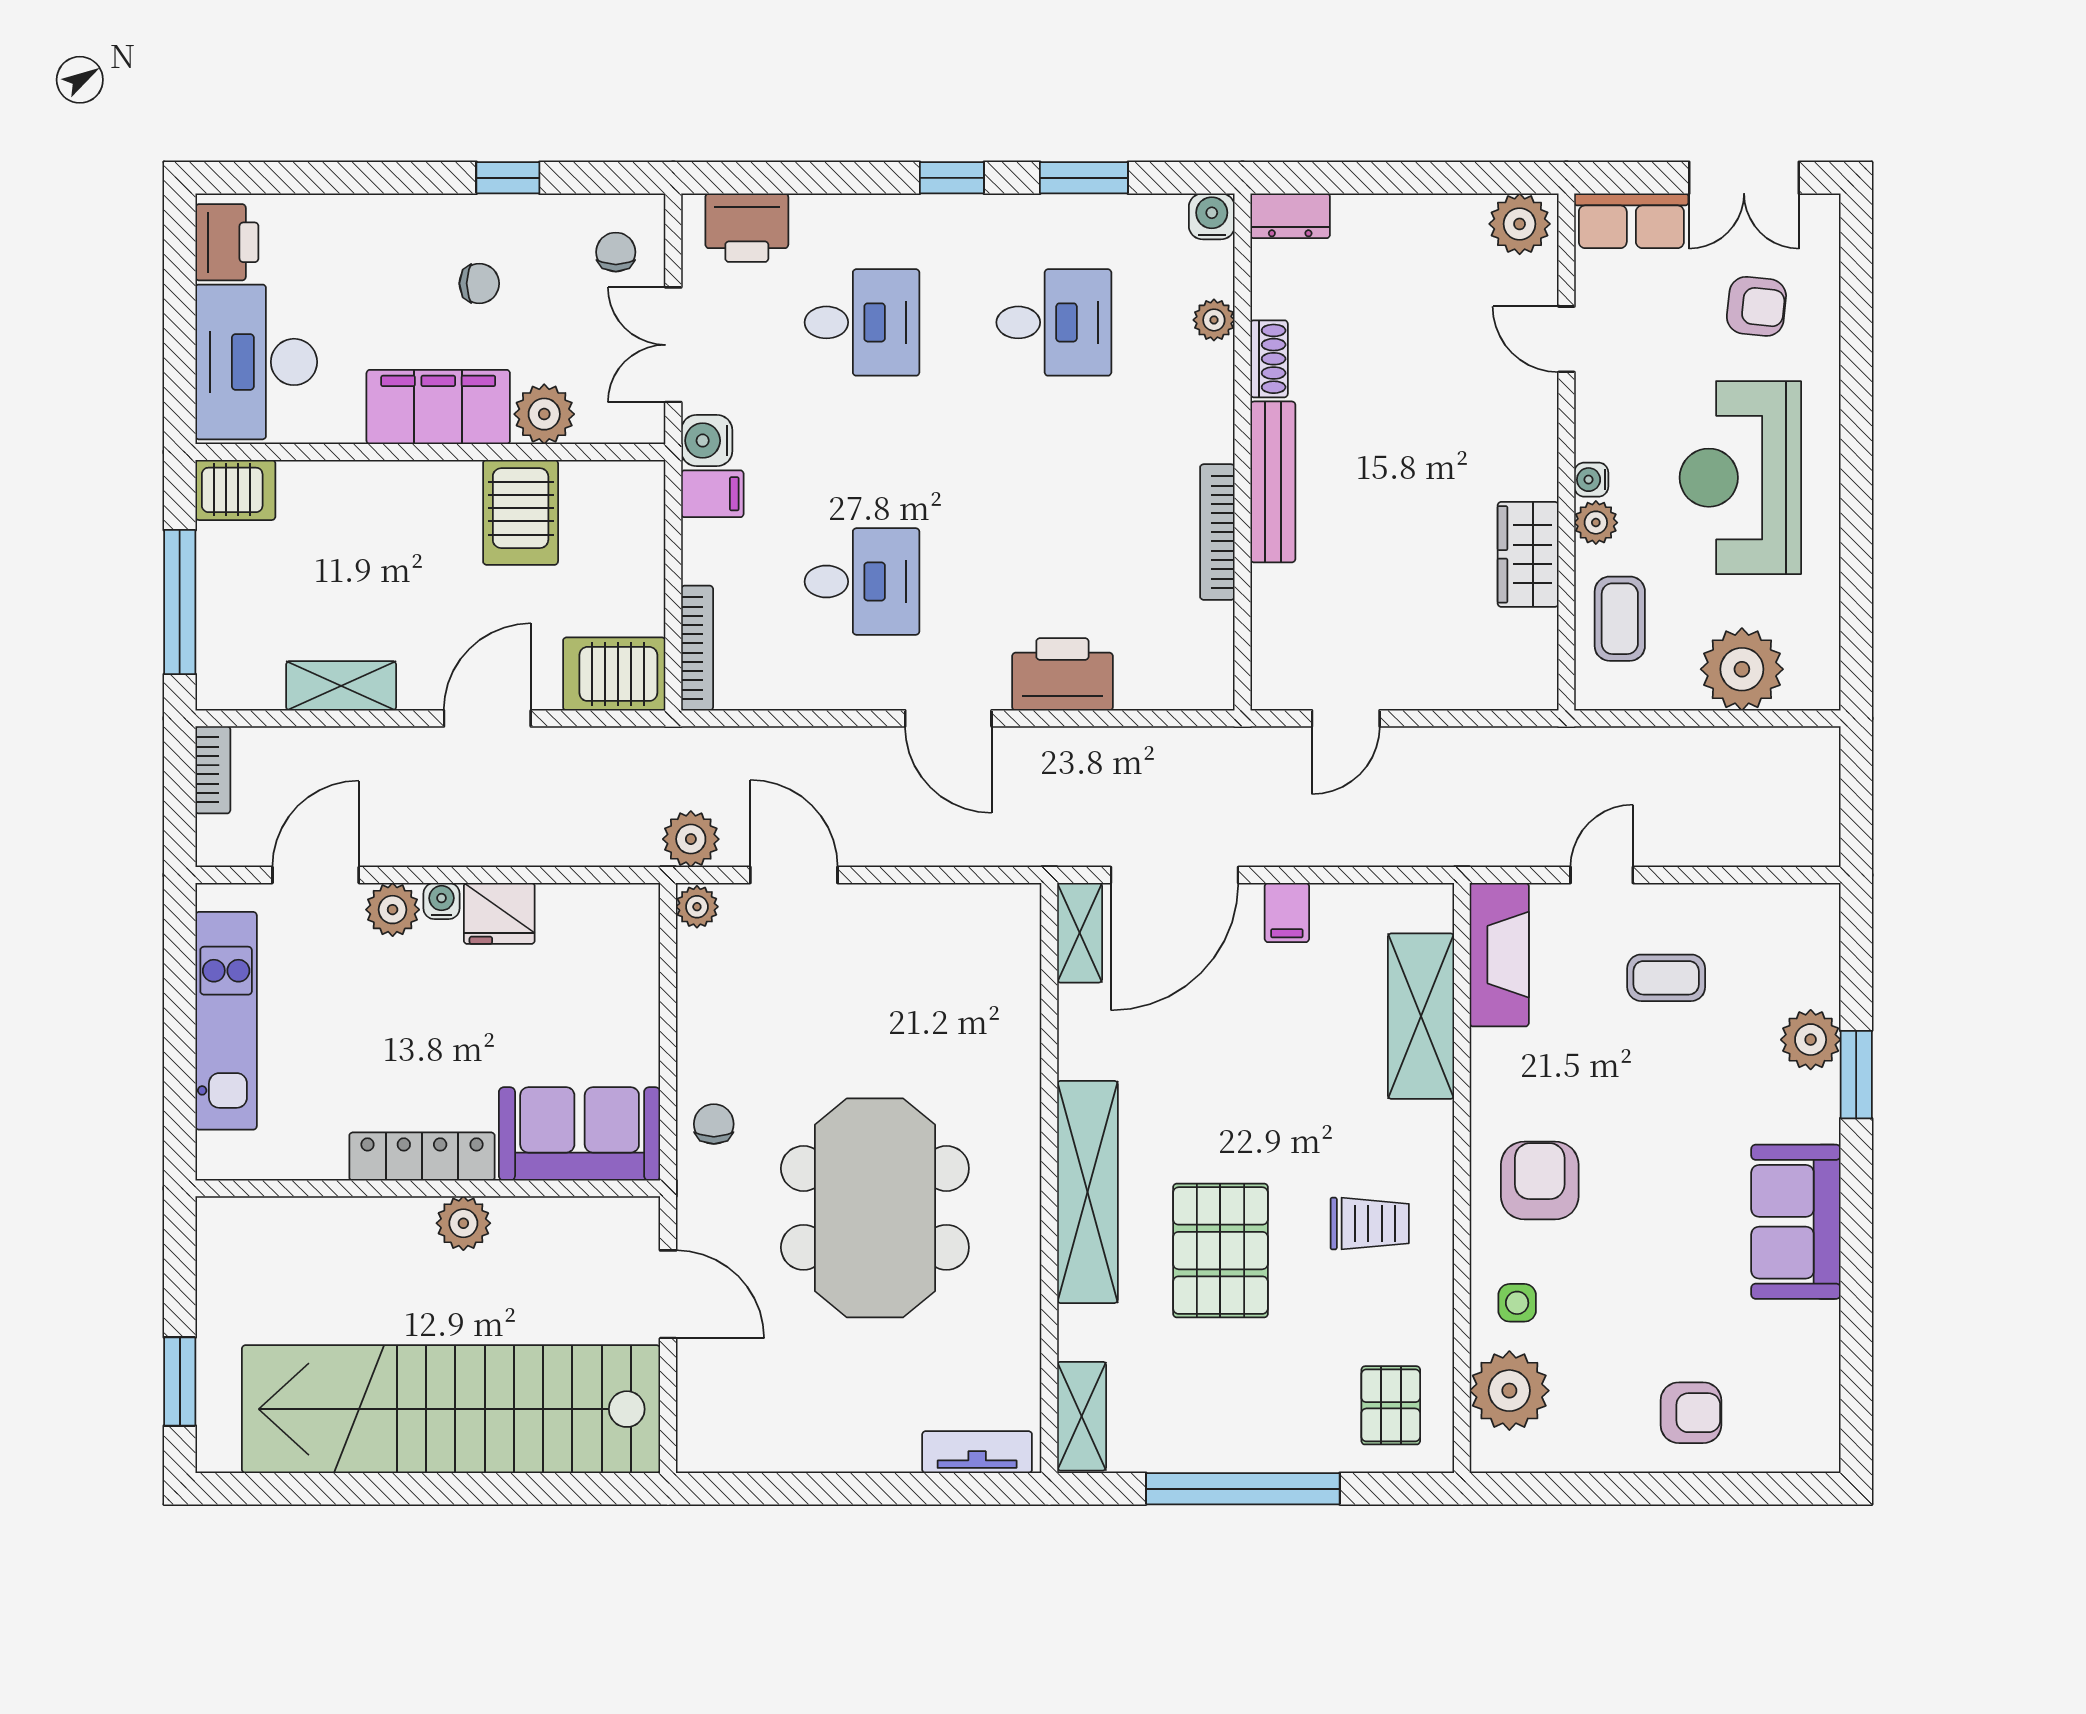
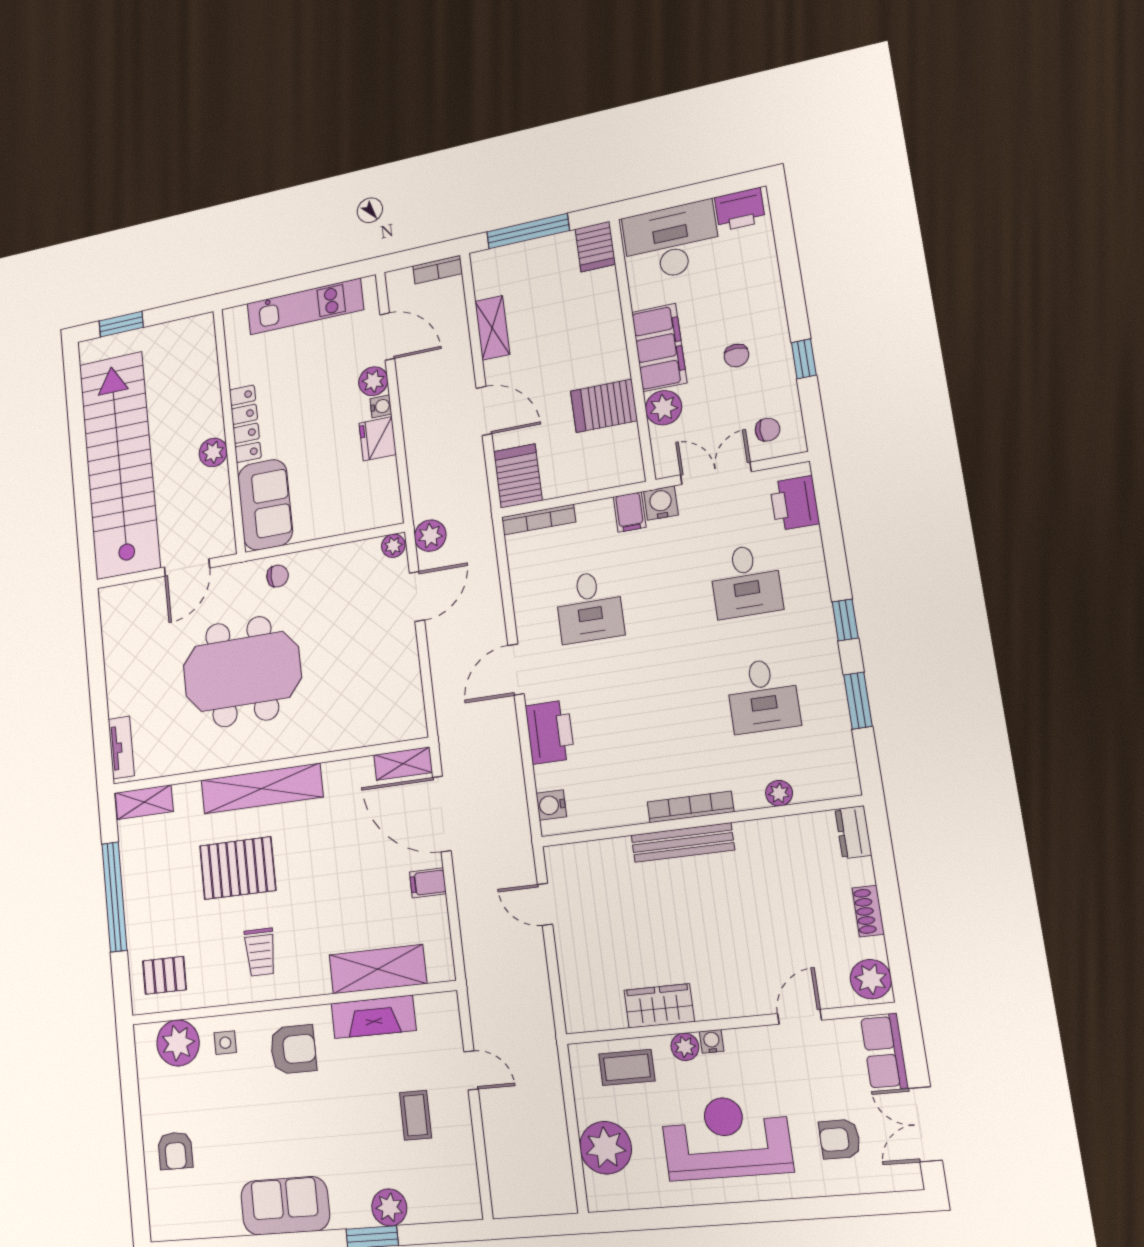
water cooler: (1212, 216) -> (551, 805), moved, turned 180
armchair: (1756, 306) -> (840, 1139), turned 84
shoe rack: (1269, 359) -> (868, 911), moved, turned 90
bookcase: (1217, 532) -> (690, 807), moved
fireplace: (1499, 955) -> (374, 1017), moved

